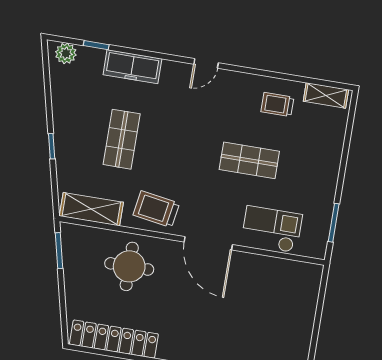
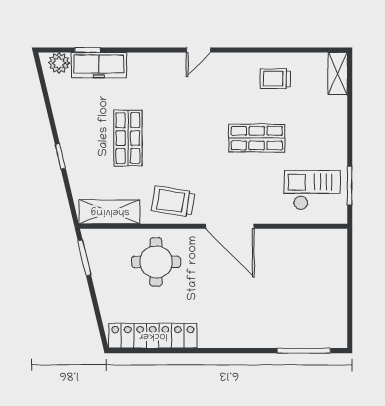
freezer: (132, 67) -> (99, 65), moved
shelving: (326, 95) -> (338, 74), moved, turned 90
checkout: (272, 229) -> (312, 190), moved

